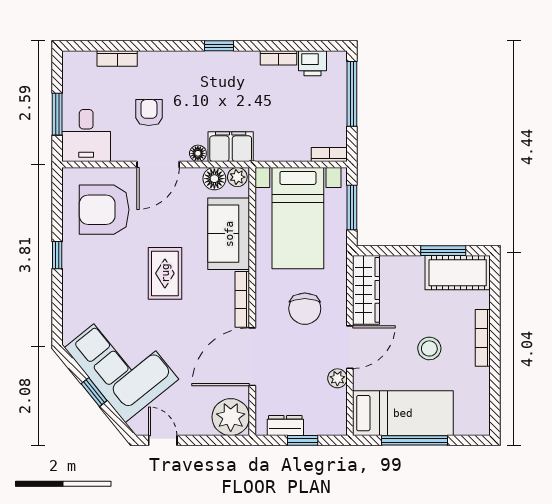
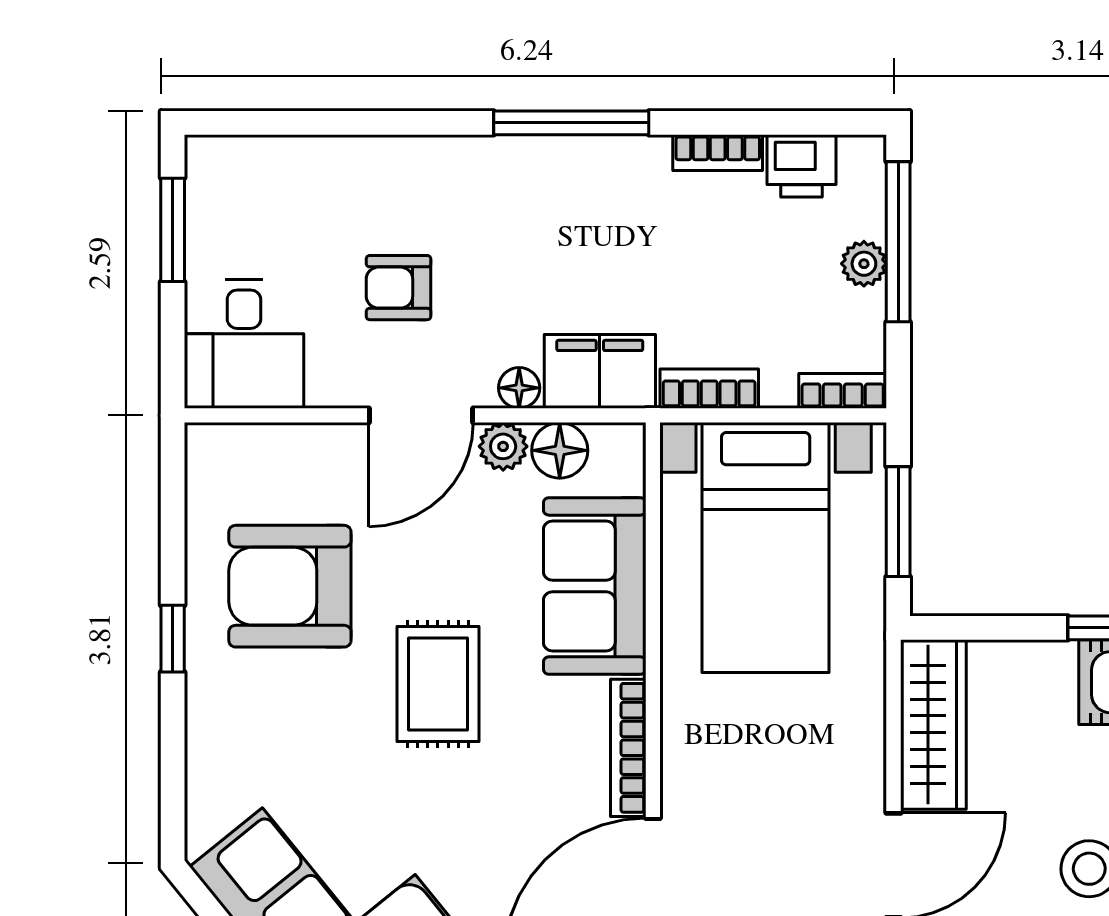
window: (219, 46) -> (571, 123), width x2.17
bookcase: (117, 59) -> (709, 389), moved, turned 180
plant: (338, 103) -> (864, 264), added
armchair: (149, 113) -> (398, 288), turned -90
window: (57, 114) -> (173, 230), moved
plant: (237, 177) -> (503, 446), moved
armchair: (104, 210) -> (290, 586), moved
chair: (305, 309) -> (783, 771), removed

